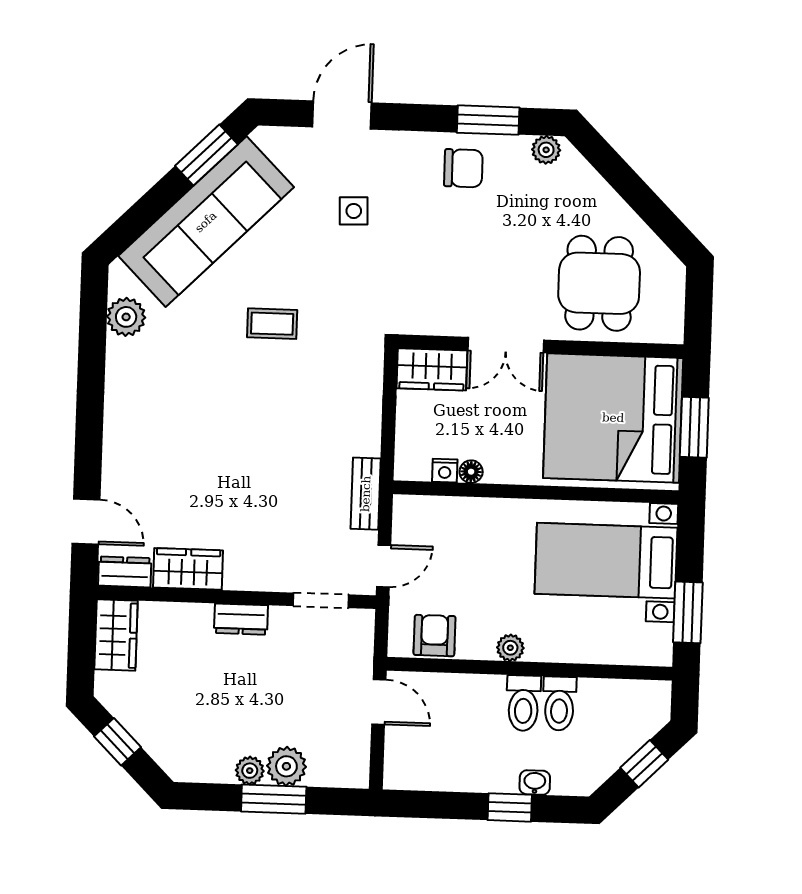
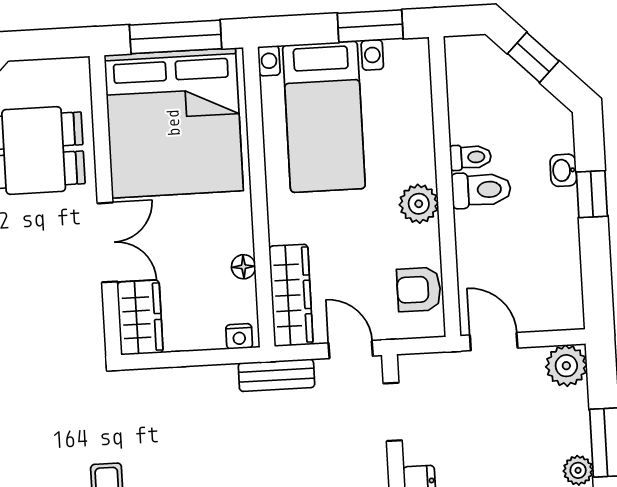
window: (694, 427) -> (176, 37), width x1.44
nightstand: (445, 471) -> (239, 336), moved, turned 90
wardrobe: (440, 514) -> (291, 295), added
plant: (510, 648) -> (419, 204), width x1.38, depth x1.38
door: (379, 702) -> (494, 342), hinge flipped
toilet: (559, 703) -> (471, 157), width x0.73, depth x0.72
plant: (286, 766) -> (566, 366), moved

